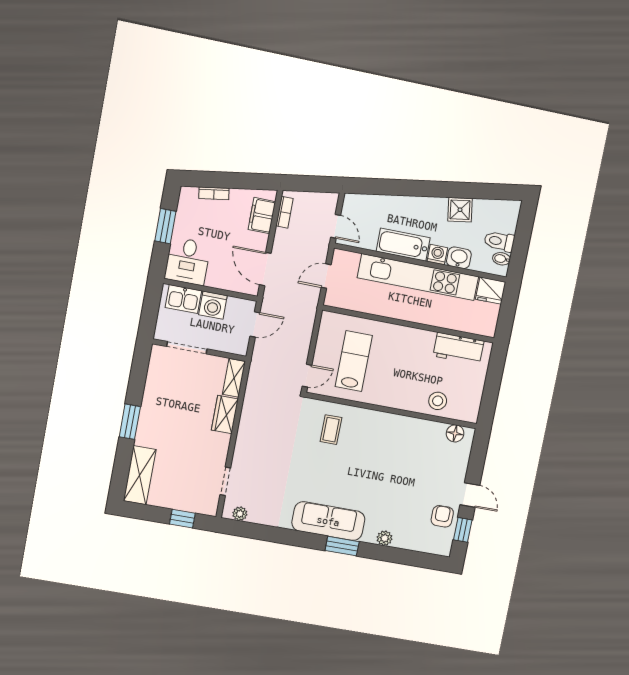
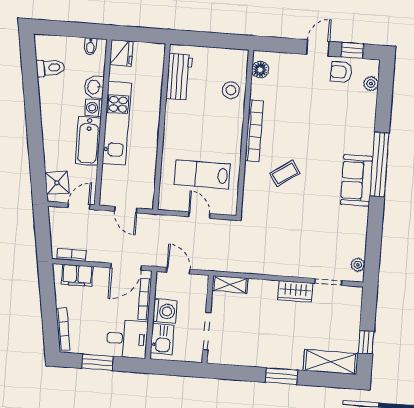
bookcase: (214, 193) -> (63, 329), width x1.56
shower: (460, 210) -> (57, 183), moved
toilet: (499, 241) -> (50, 68), moved, turned -99
kitchen unit: (418, 277) -> (117, 123), width x0.73
bookcase: (228, 285) -> (145, 299), added
door: (307, 376) -> (199, 215), moved
wardrobe: (225, 415) -> (295, 291), moved
bookcase: (393, 420) -> (254, 131), added
coffee table: (331, 430) -> (285, 173), moved, turned -34
window: (182, 519) -> (366, 342), moved
sofa: (328, 521) -> (357, 180), width x0.73
plant: (385, 538) -> (371, 84), moved
window: (342, 546) -> (379, 165), width x2.11

